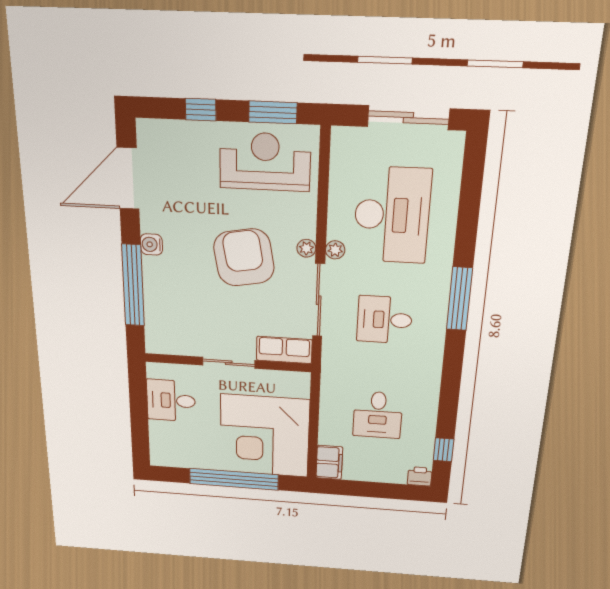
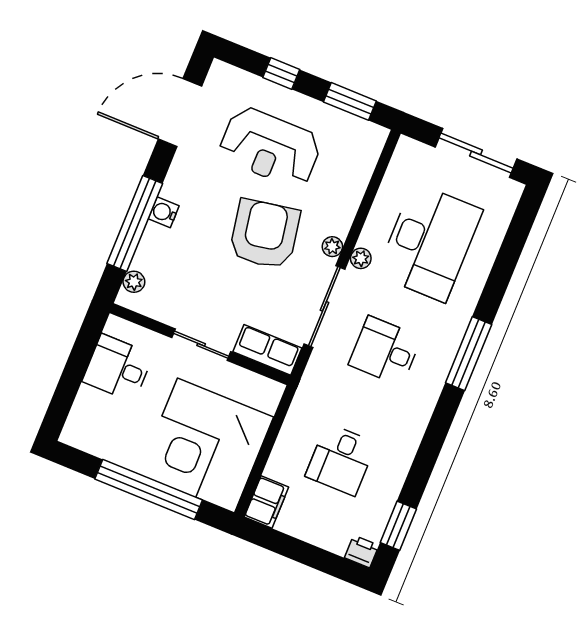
reception desk: (265, 162) -> (270, 147), moved, turned 180
water cooler: (151, 244) -> (164, 212), moved
plant: (154, 332) -> (134, 282), added
window: (443, 450) -> (398, 526), width x1.50

